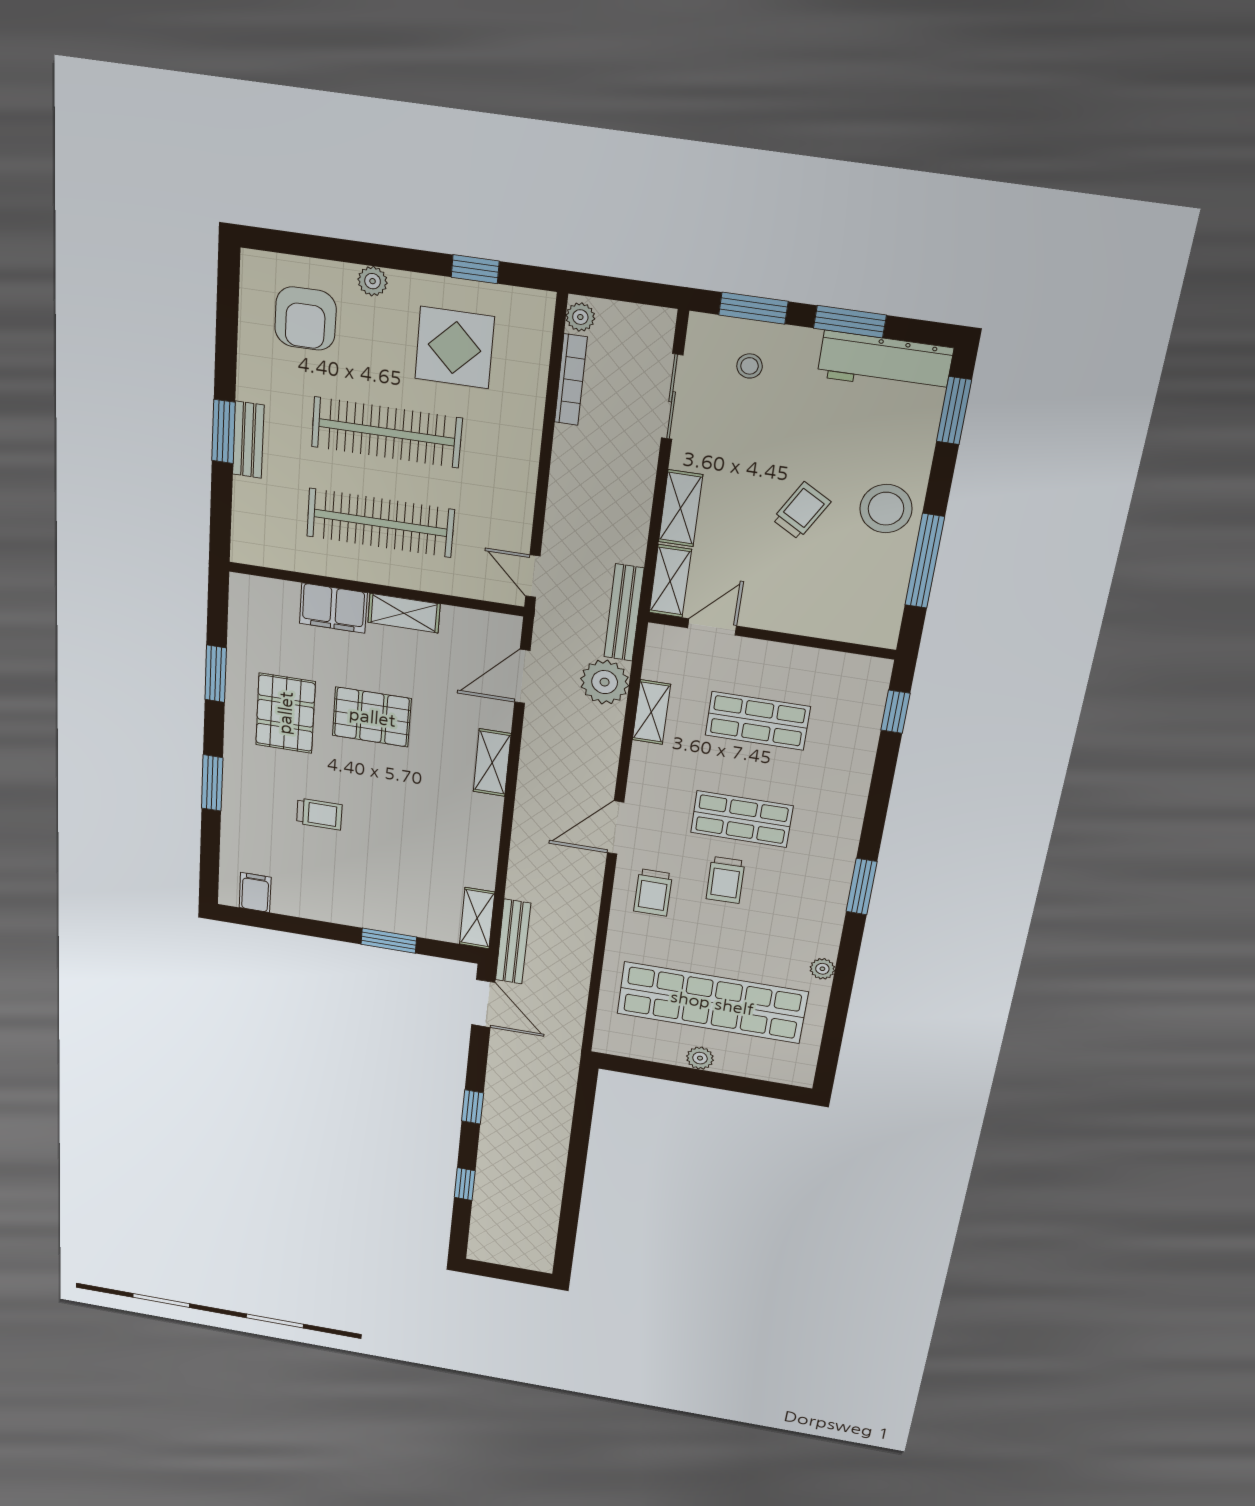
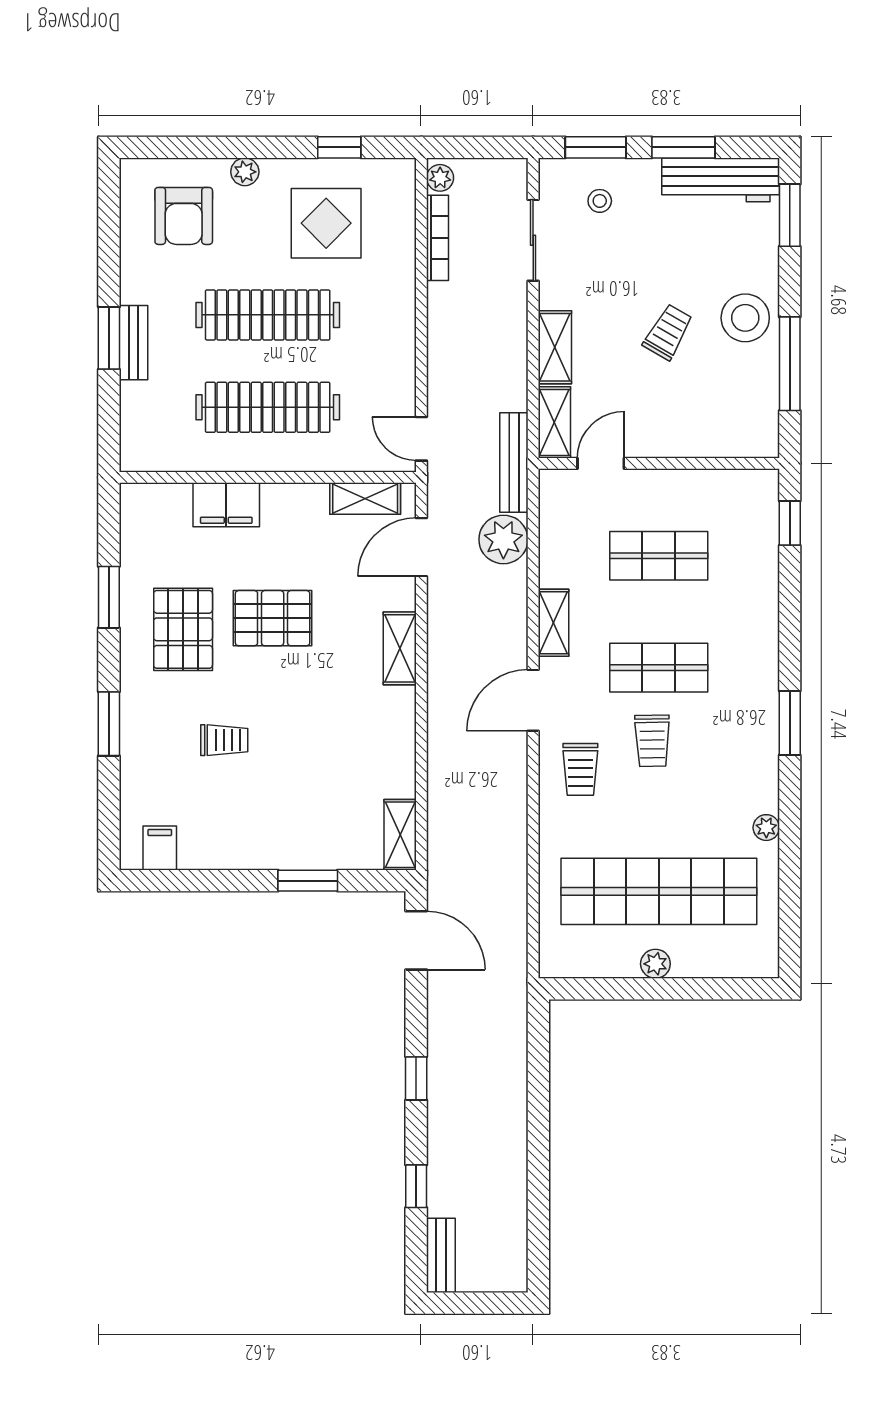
shelving: (404, 613) -> (365, 498), moved
shelving: (651, 712) -> (553, 623), moved
bench: (513, 942) -> (441, 1255), moved, width x0.73

